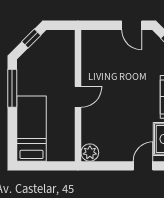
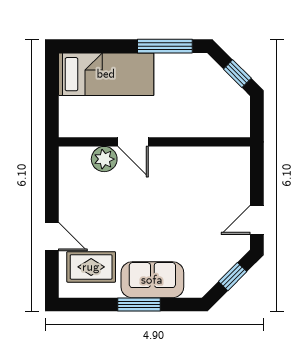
door: (78, 97) -> (133, 142), moved
plant: (90, 153) -> (104, 159), moved

